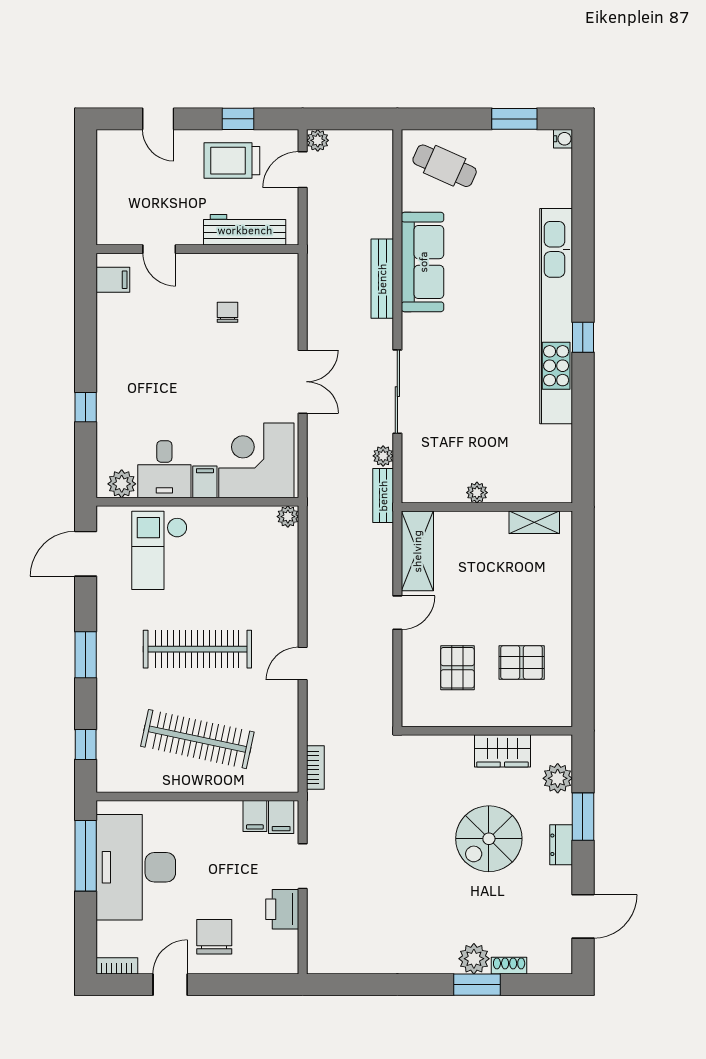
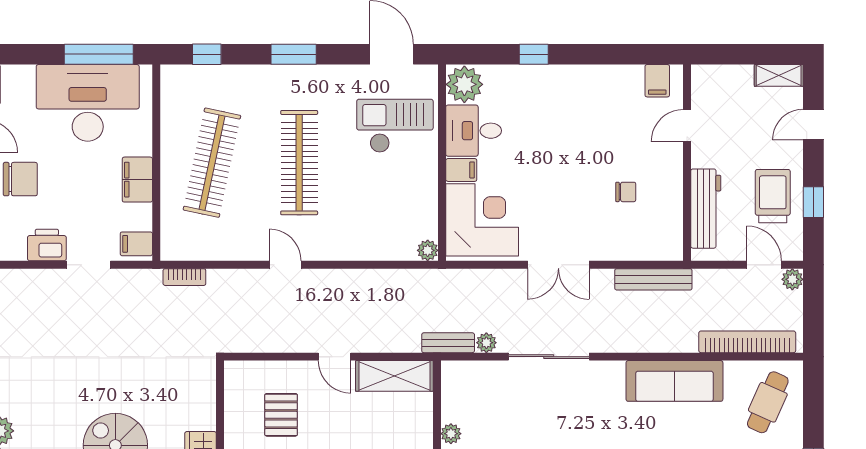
shelving: (107, 154) -> (779, 75), added
bookcase: (382, 187) -> (747, 342), added
bench: (382, 279) -> (653, 279), moved
plant: (122, 484) -> (464, 84), width x1.36, depth x1.36
pallet: (457, 668) -> (281, 415), turned 90
filing cabinet: (255, 816) -> (137, 180), moved, width x2.00

